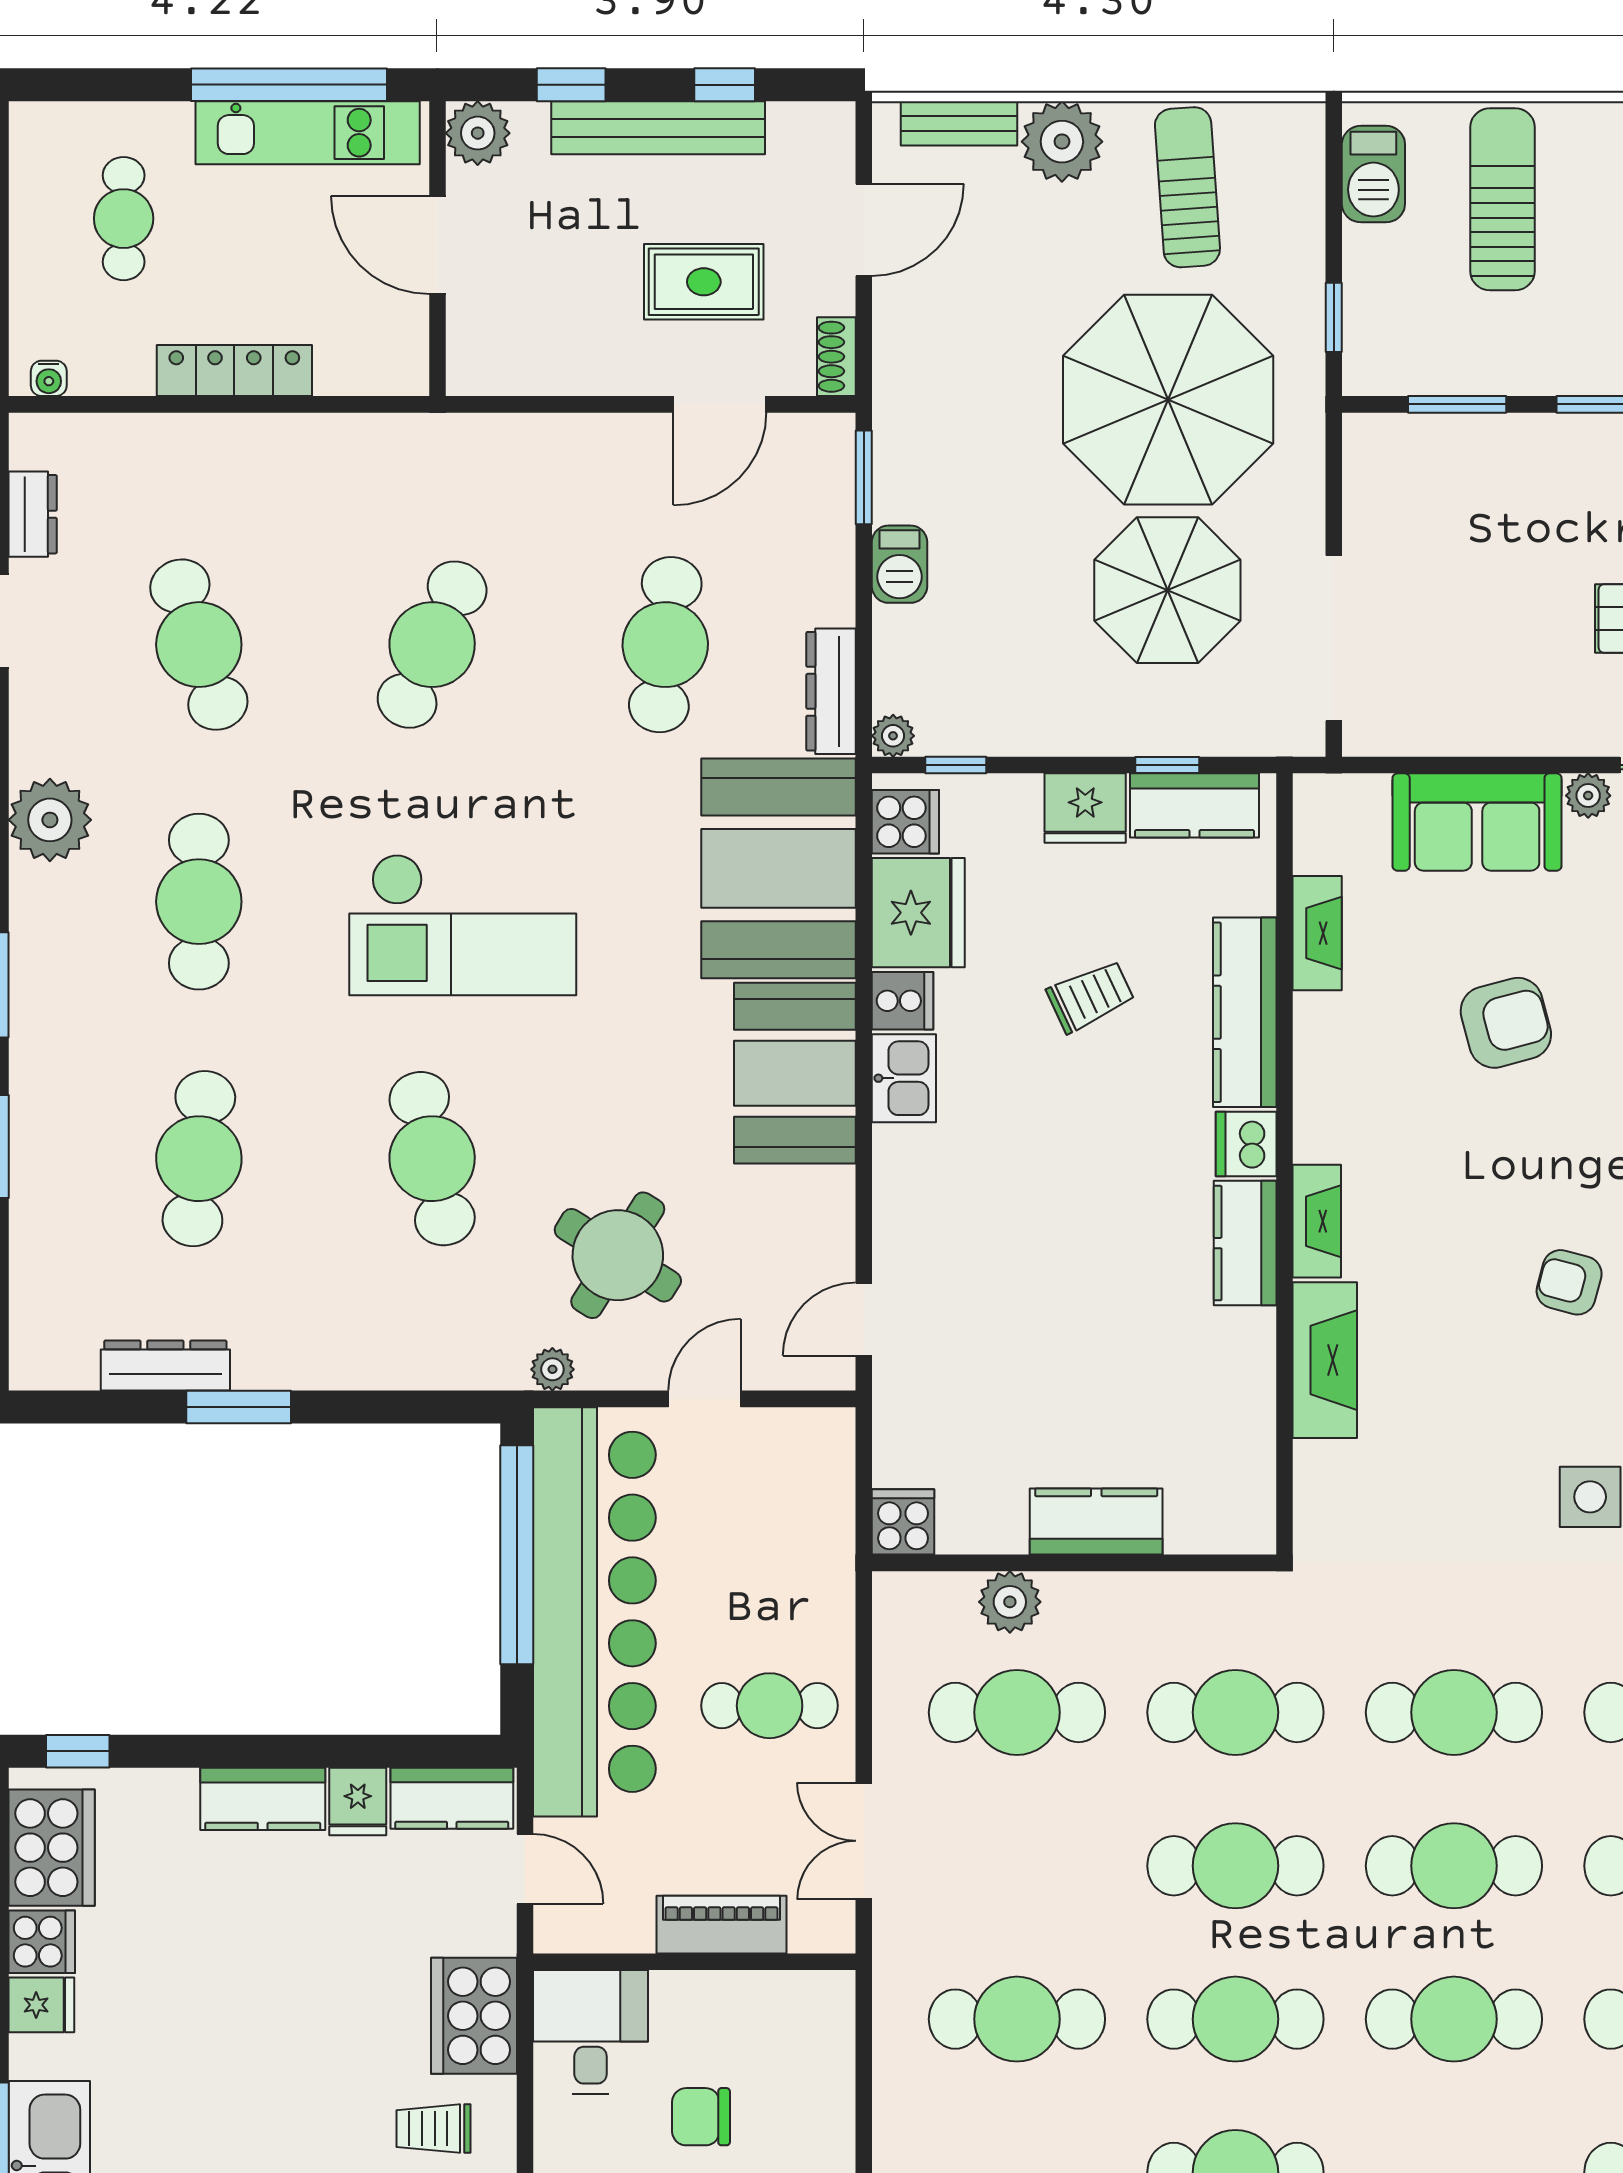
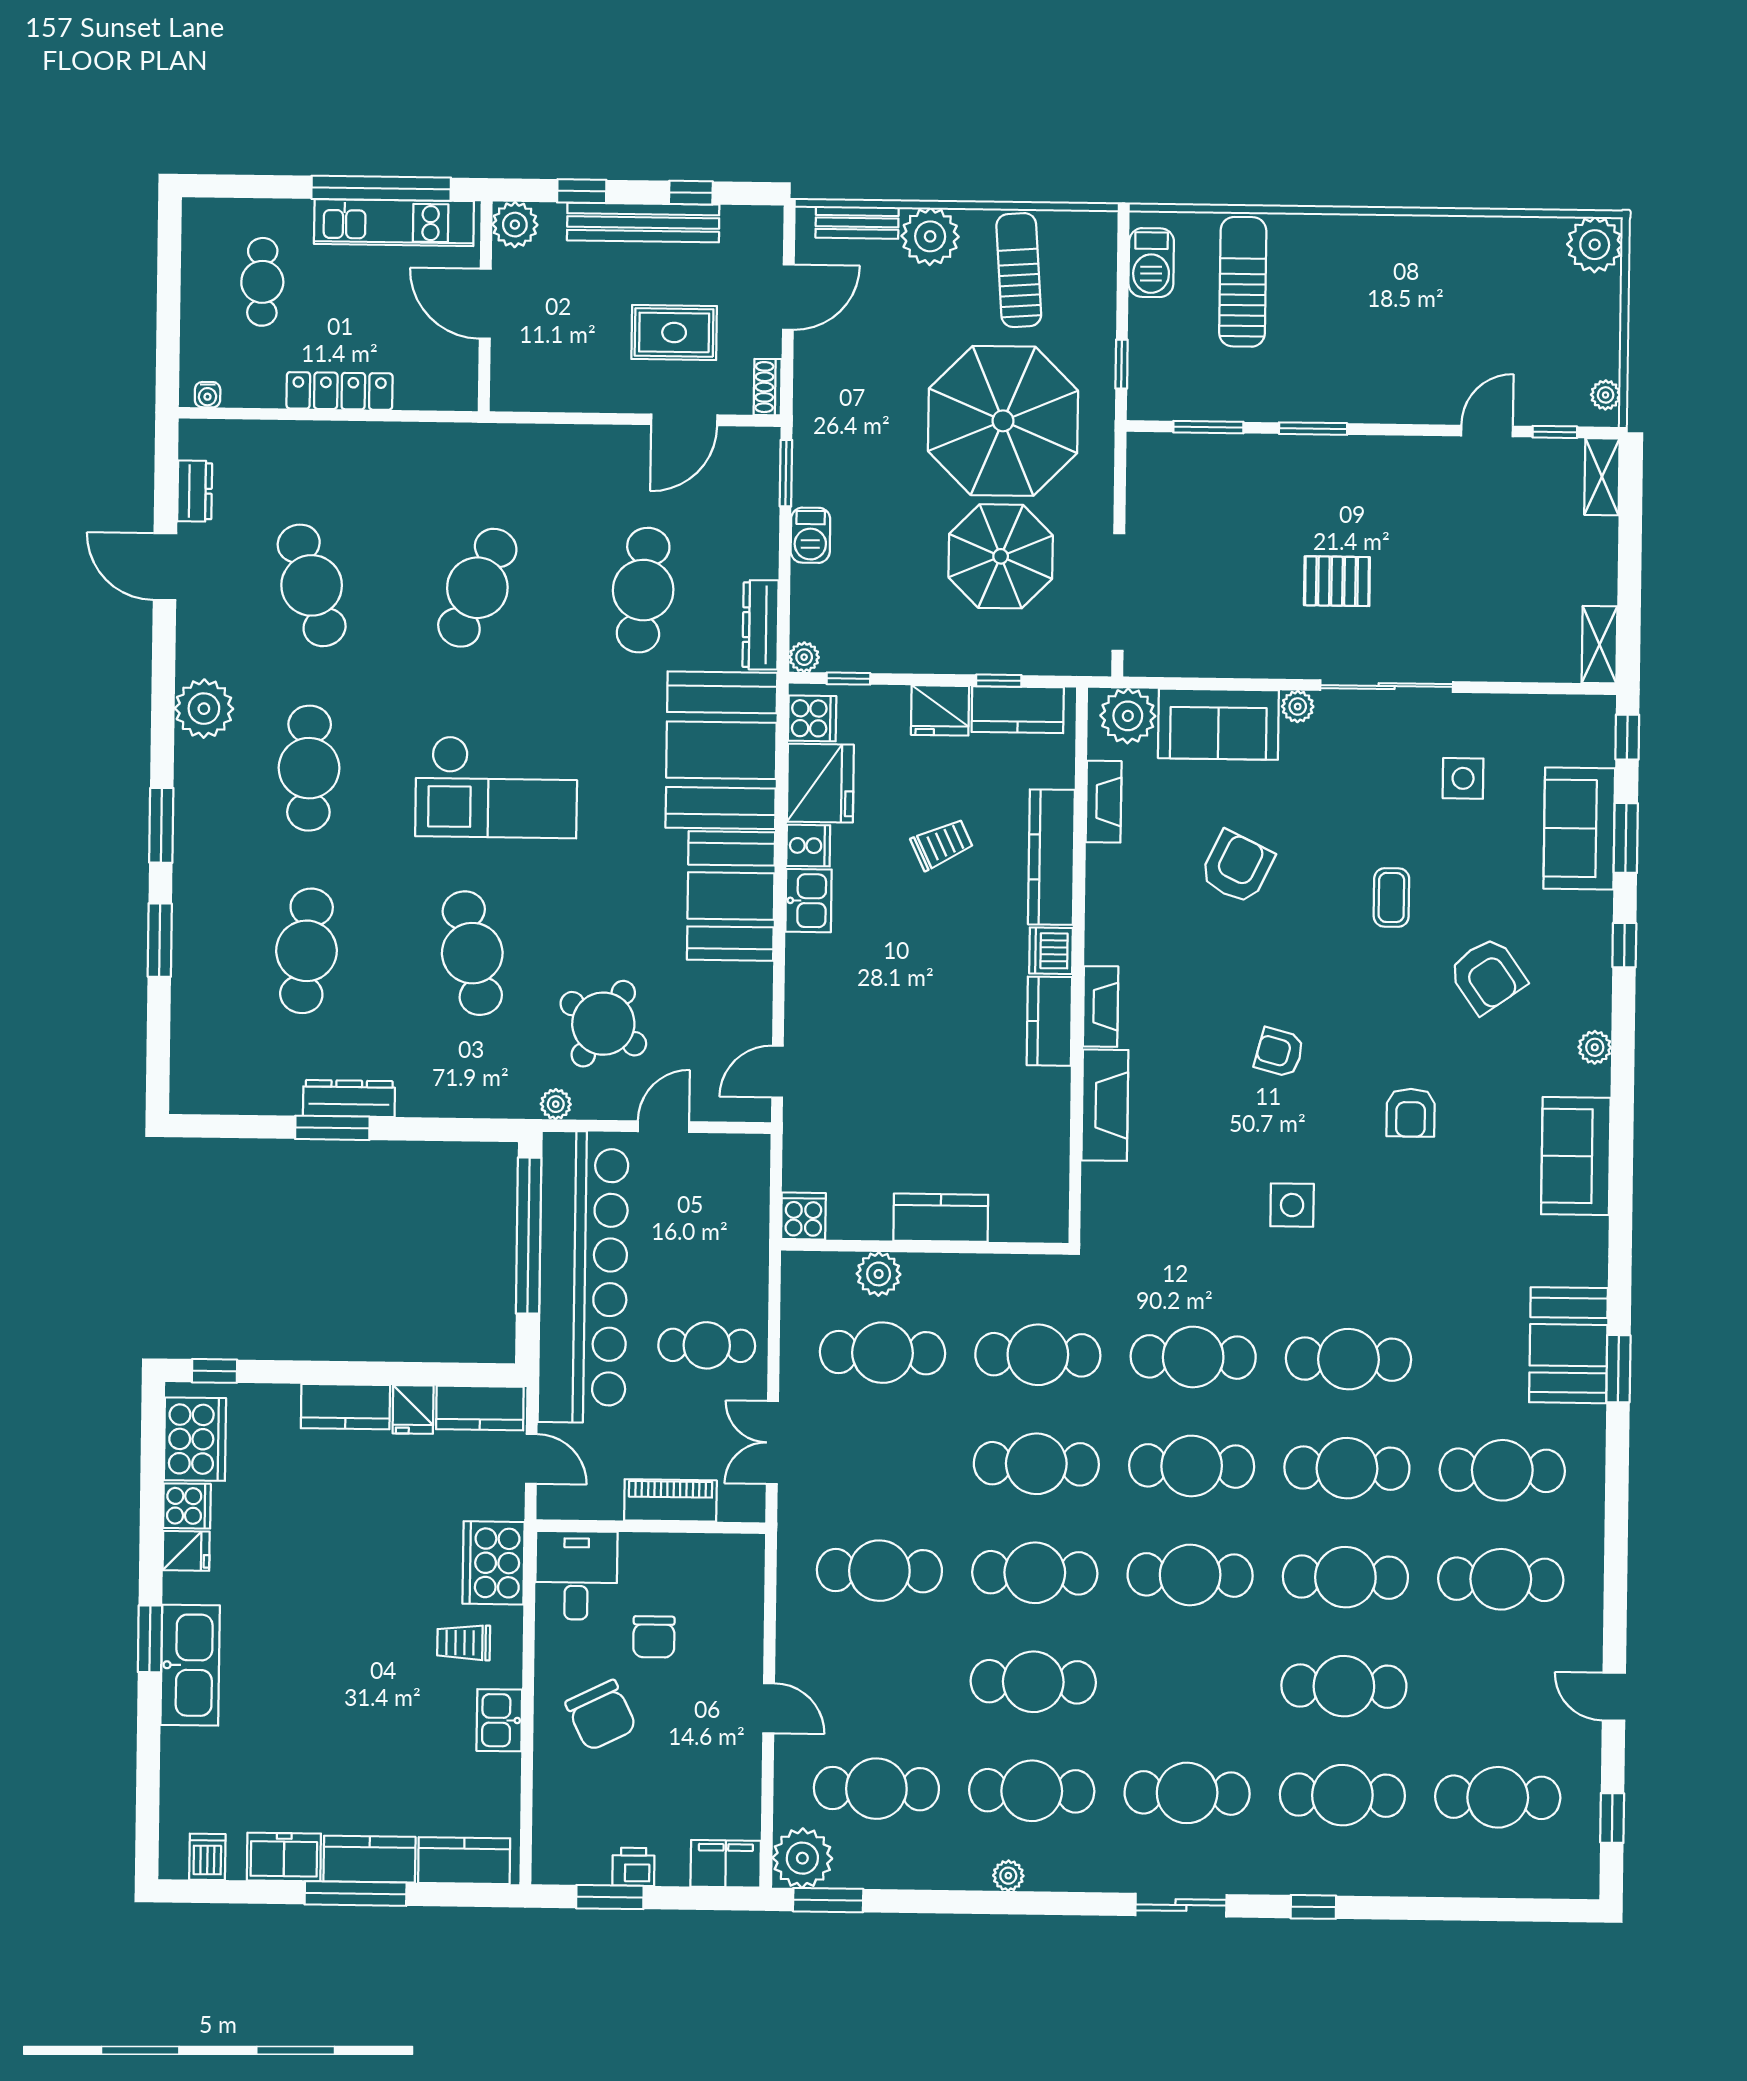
plant: (1349, 812) -> (1128, 716), added
armchair: (1506, 1023) -> (1237, 867), turned -49
dresser: (165, 1365) -> (349, 1098), moved
chair: (701, 2117) -> (654, 1637), turned -90

